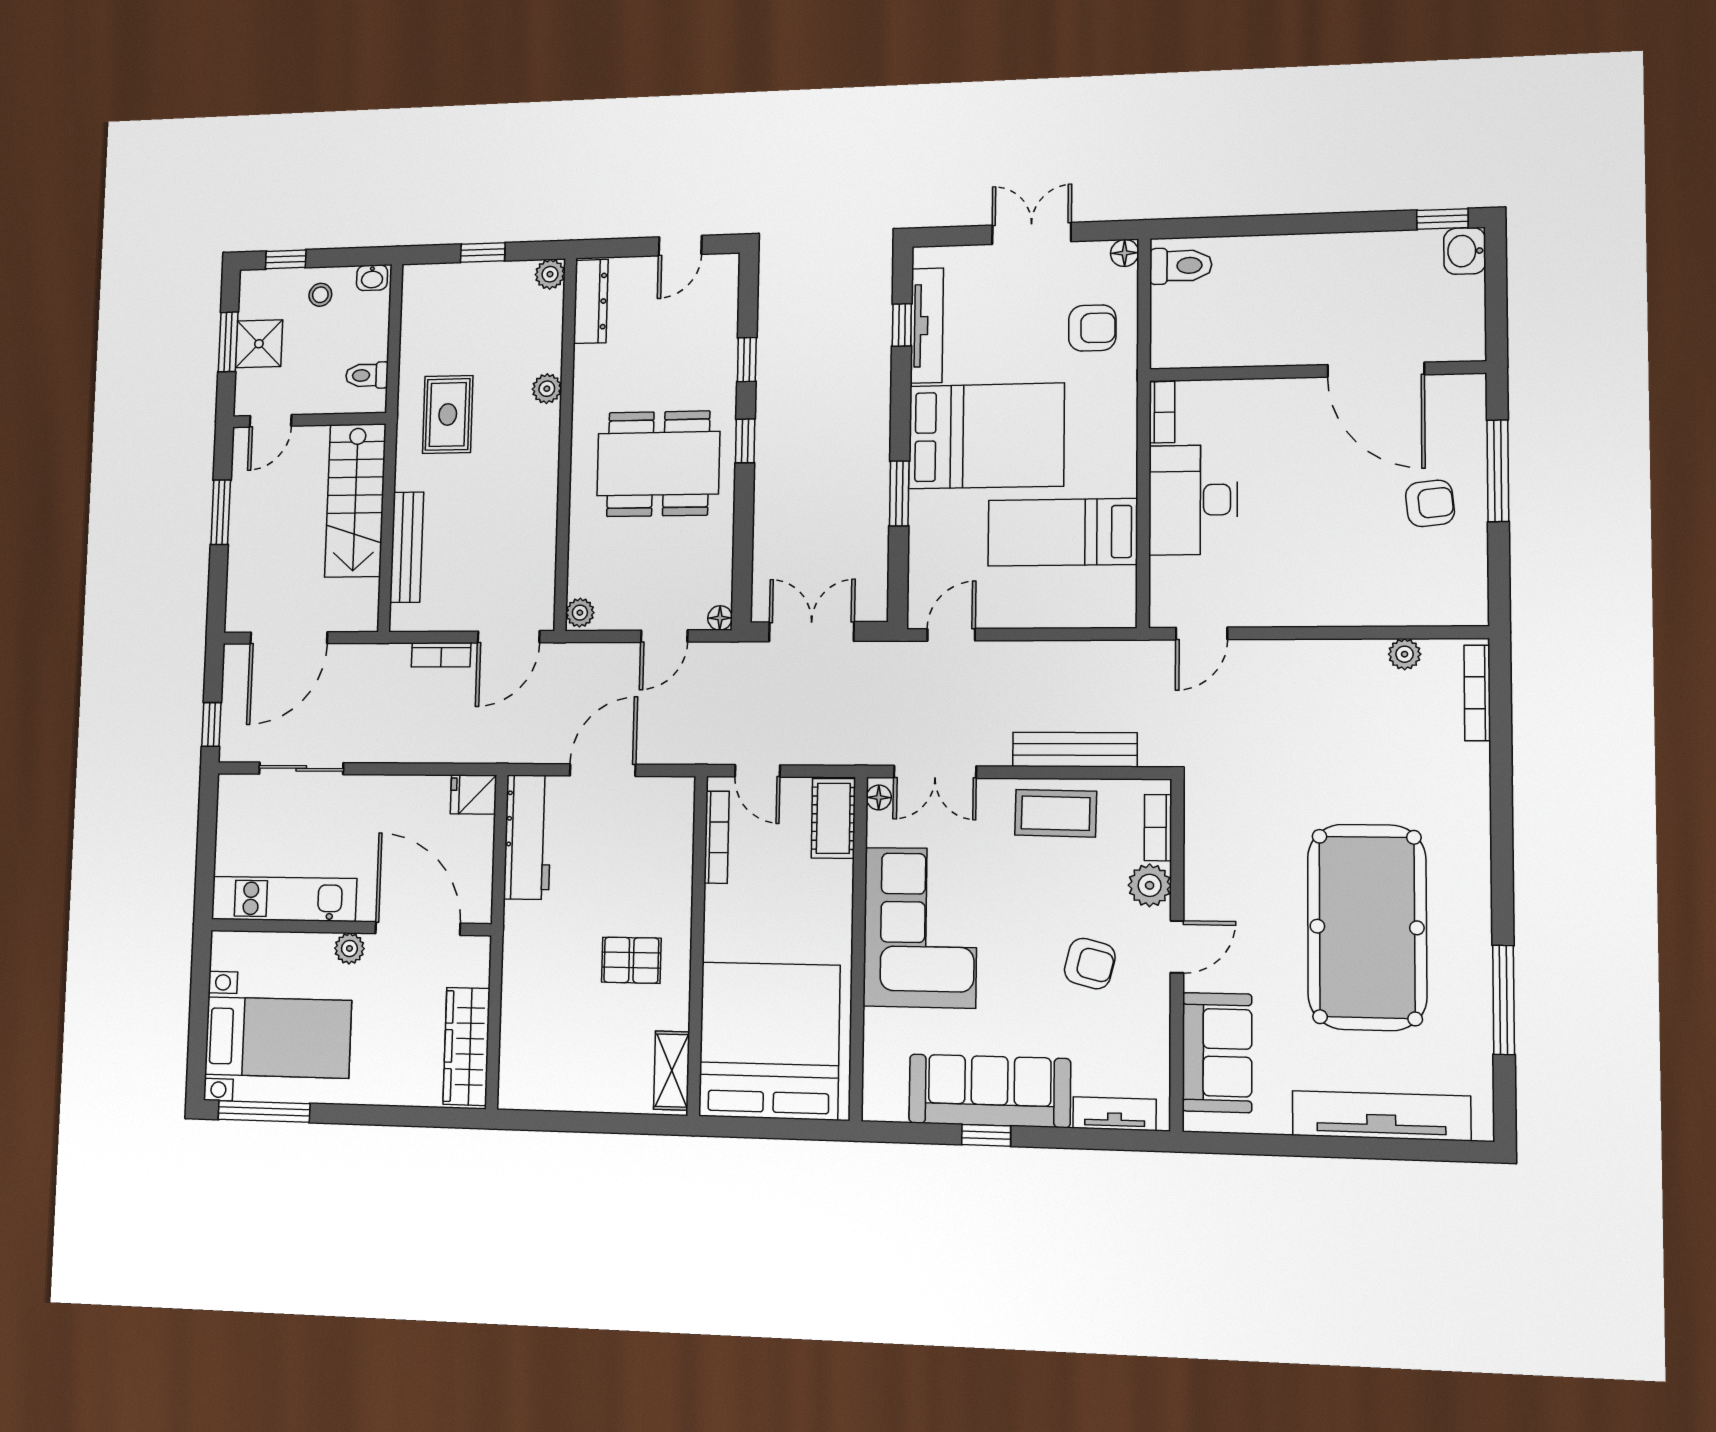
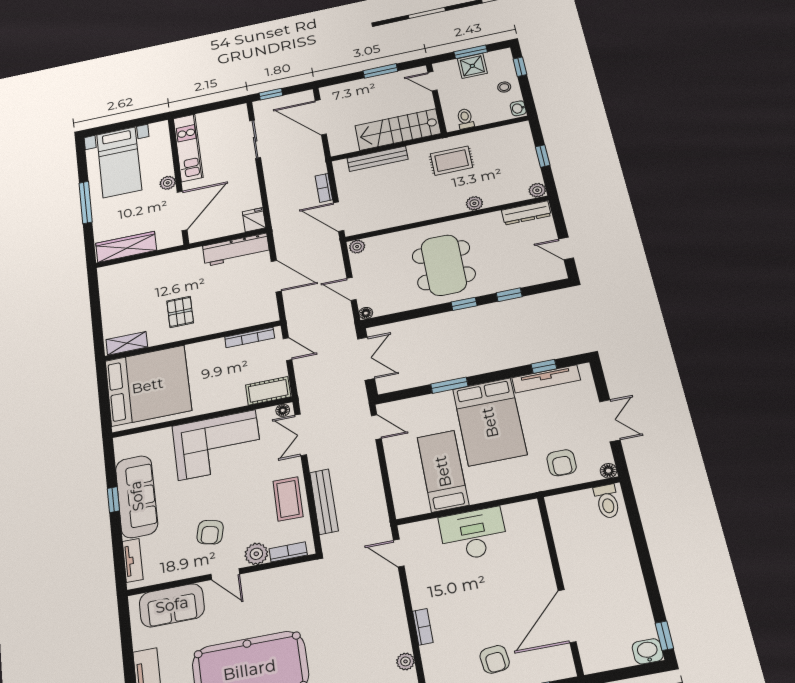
bookcase: (1162, 412) -> (423, 627), moved, turned -90
door: (757, 771) -> (287, 349), swing flipped
window: (264, 1112) -> (86, 202), moved

